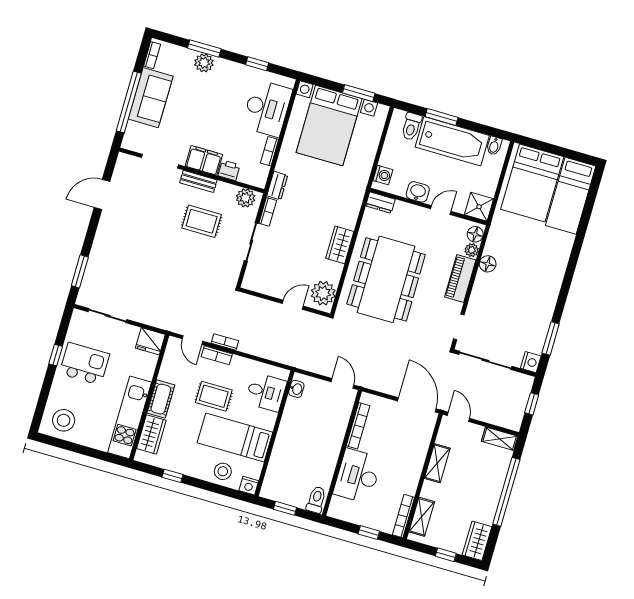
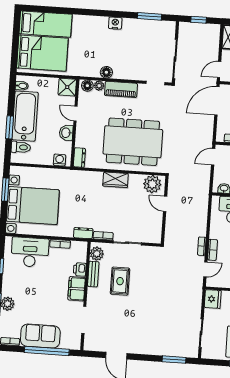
bench: (198, 181) -> (93, 274), moved
nightstand: (531, 362) -> (115, 23), moved

